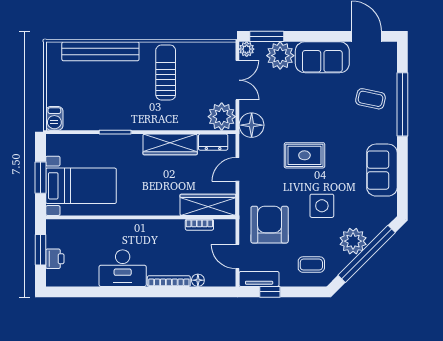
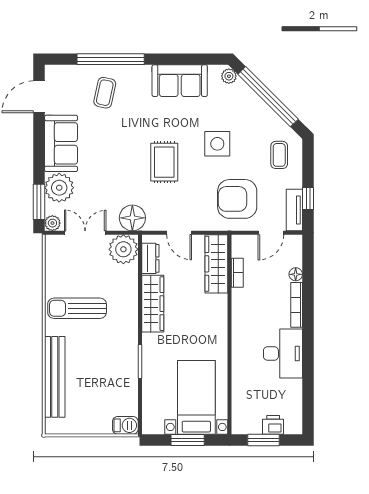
plant: (353, 241) -> (229, 76), moved, width x0.53, depth x0.53

